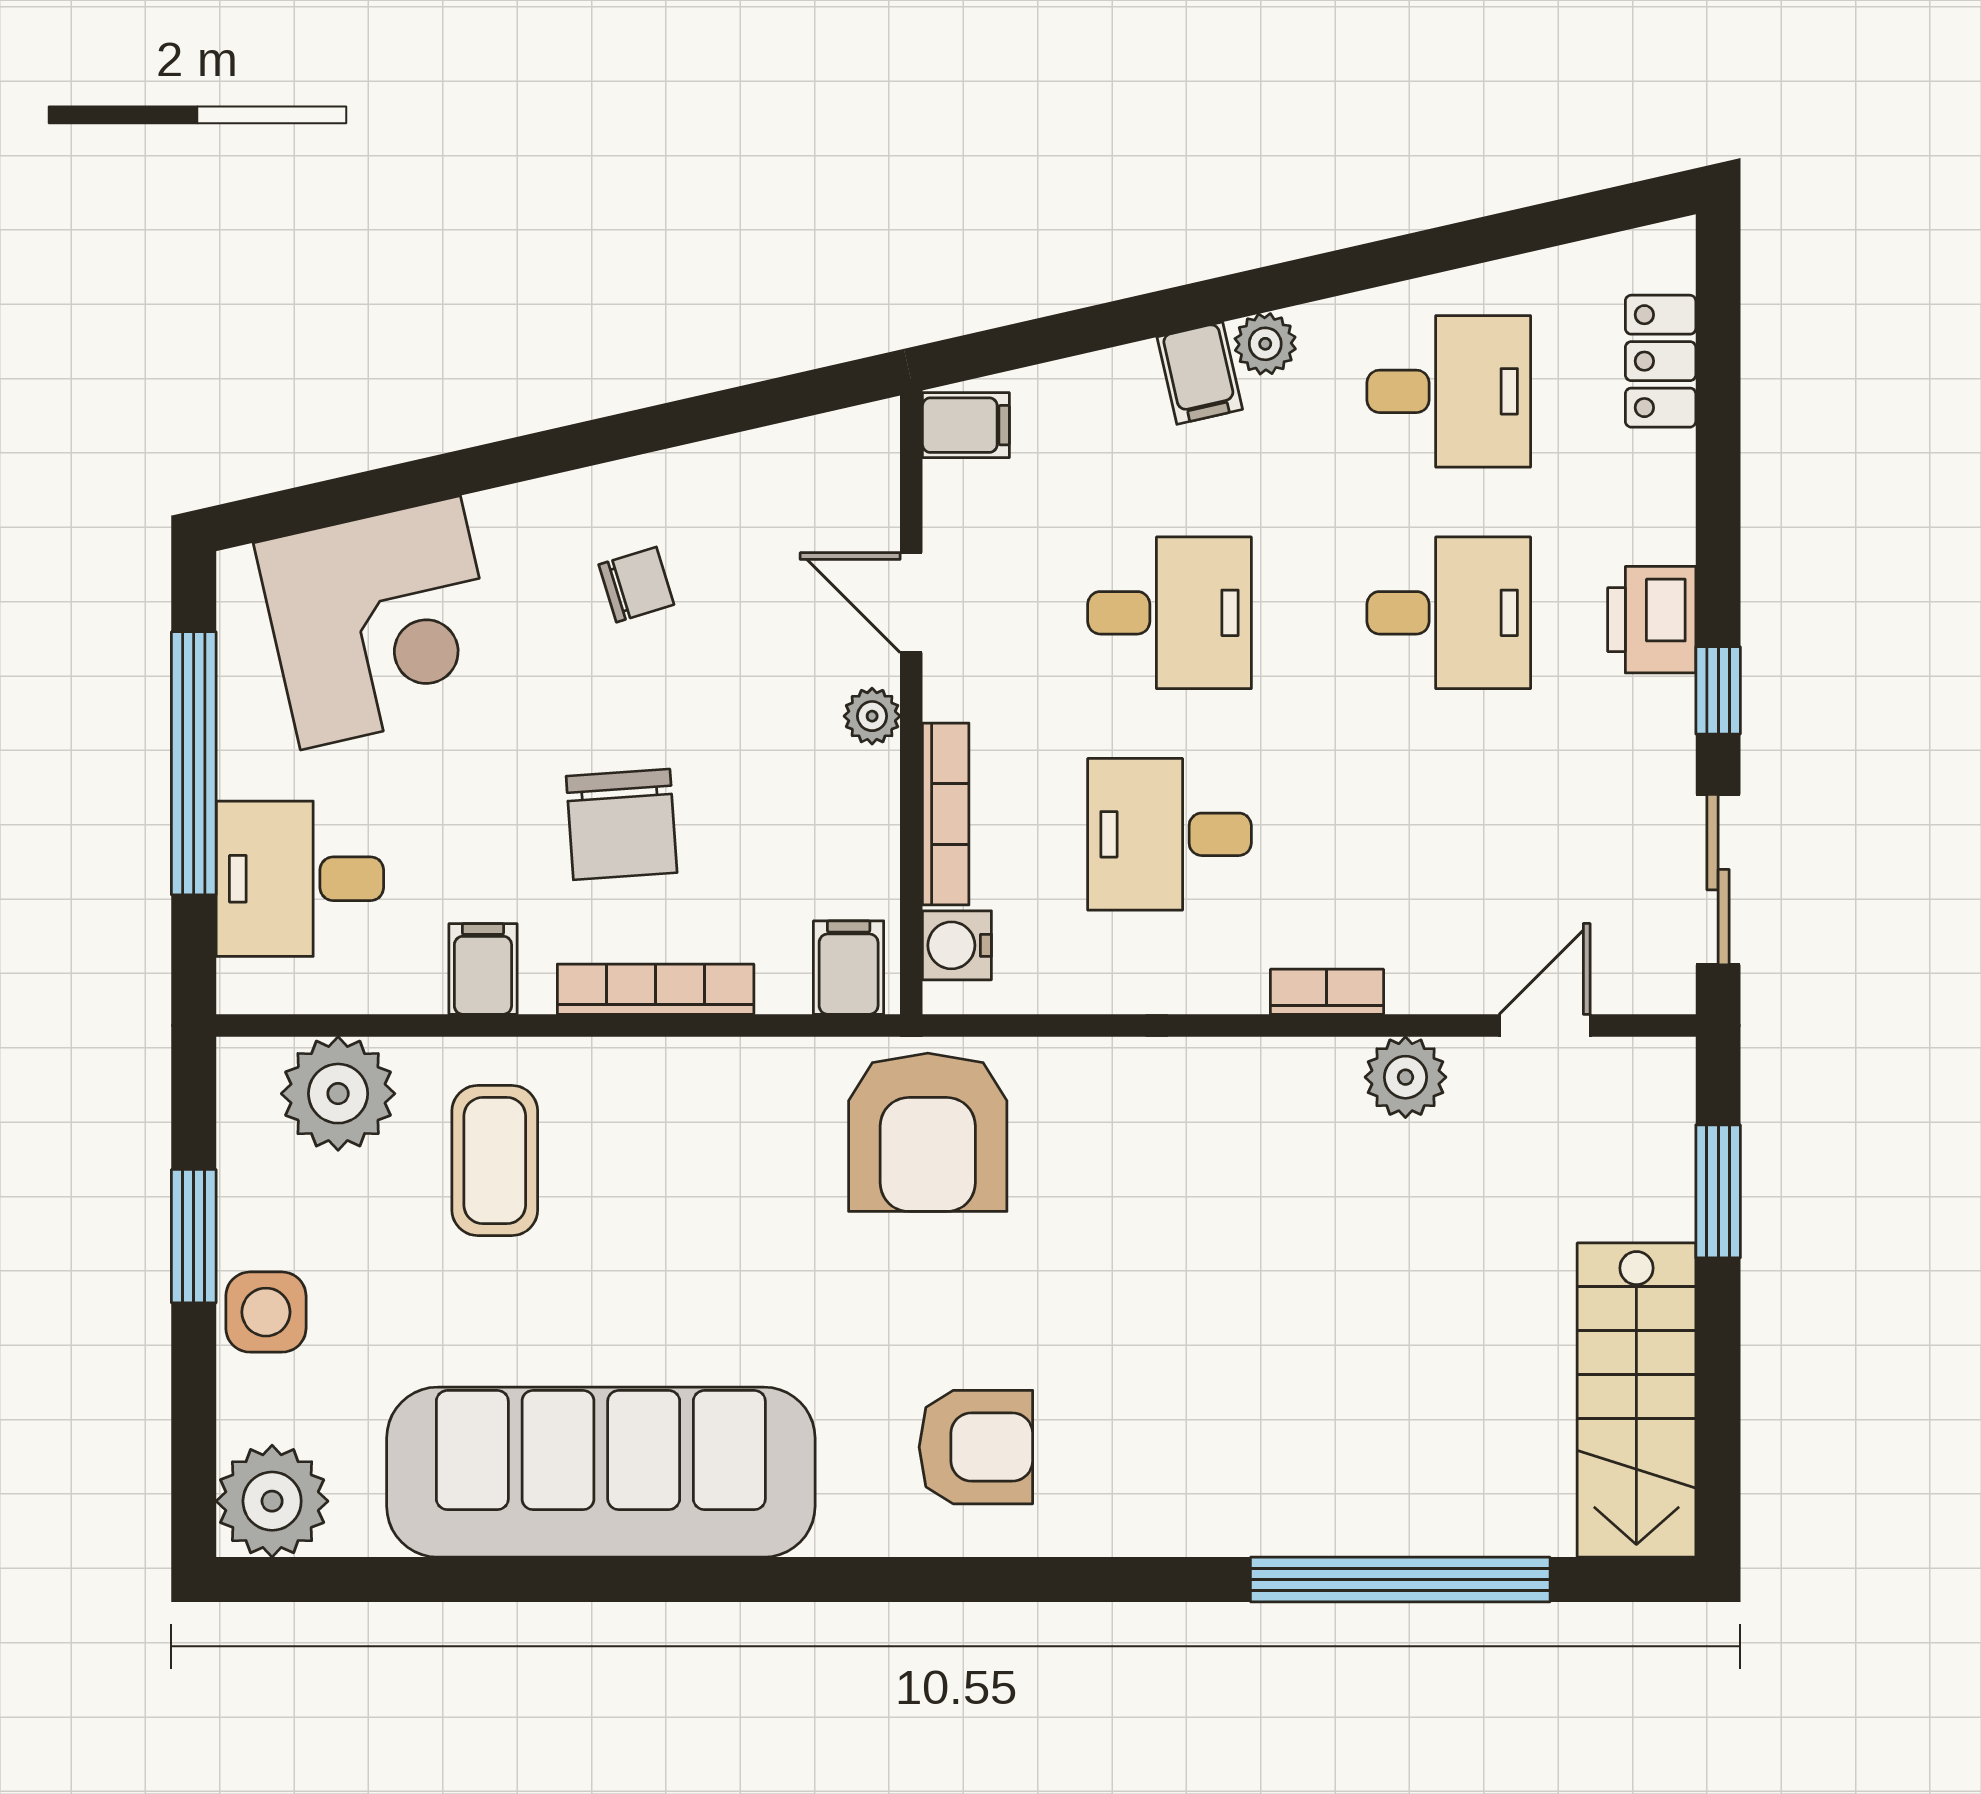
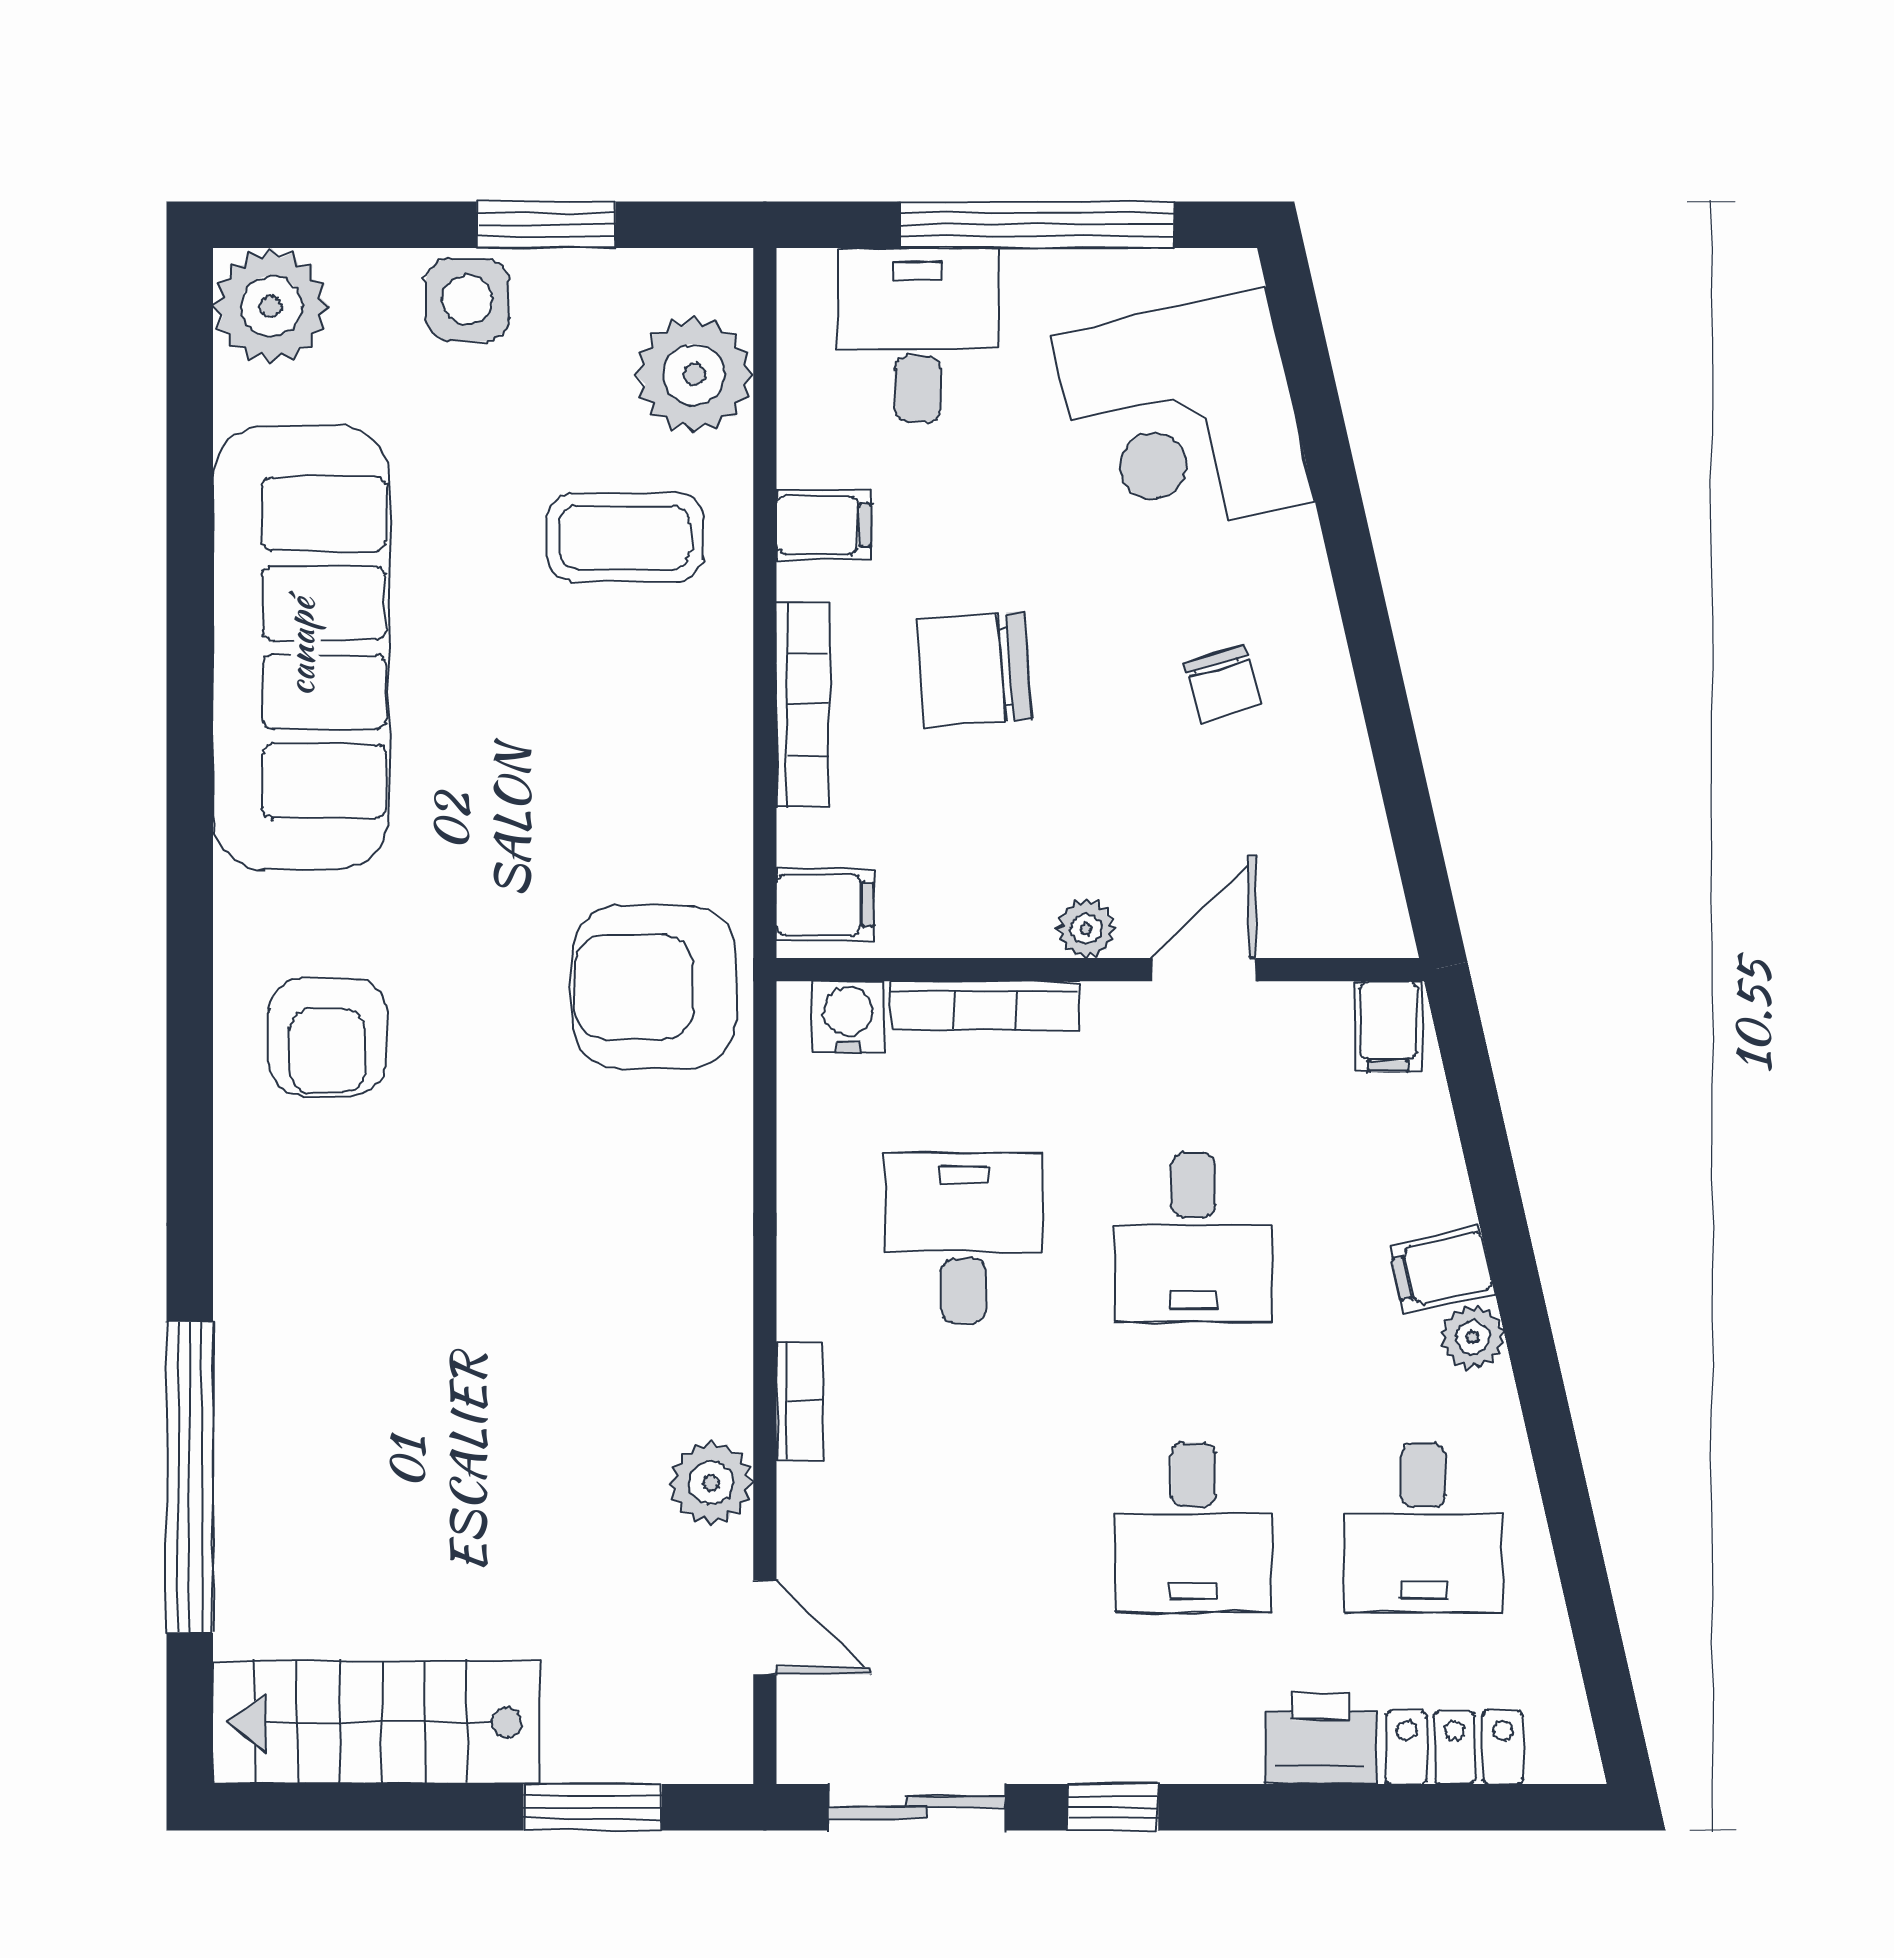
printer: (1652, 620) -> (1321, 1738), moved

